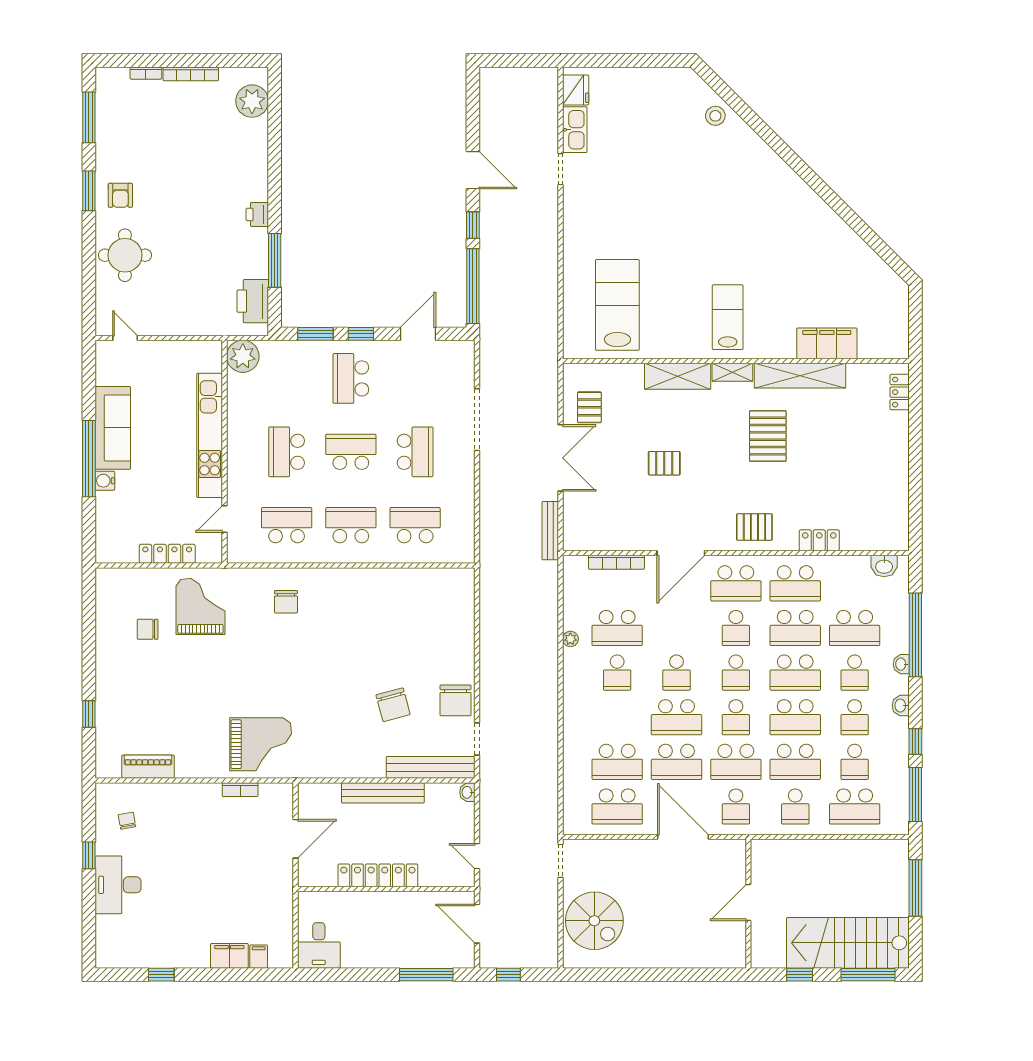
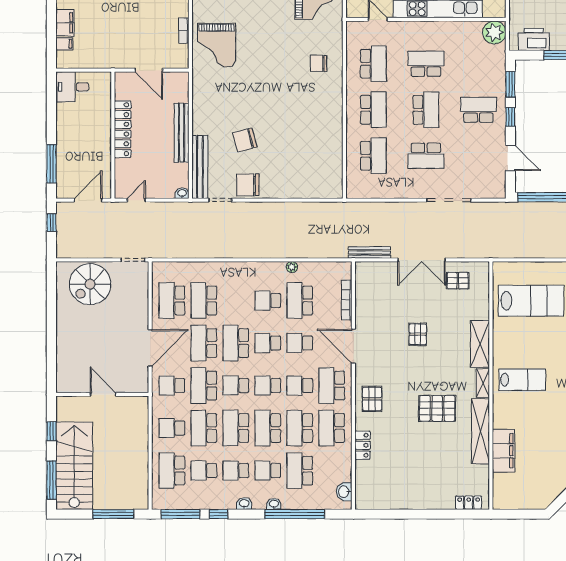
school desk: (677, 628) -> (300, 343), added

